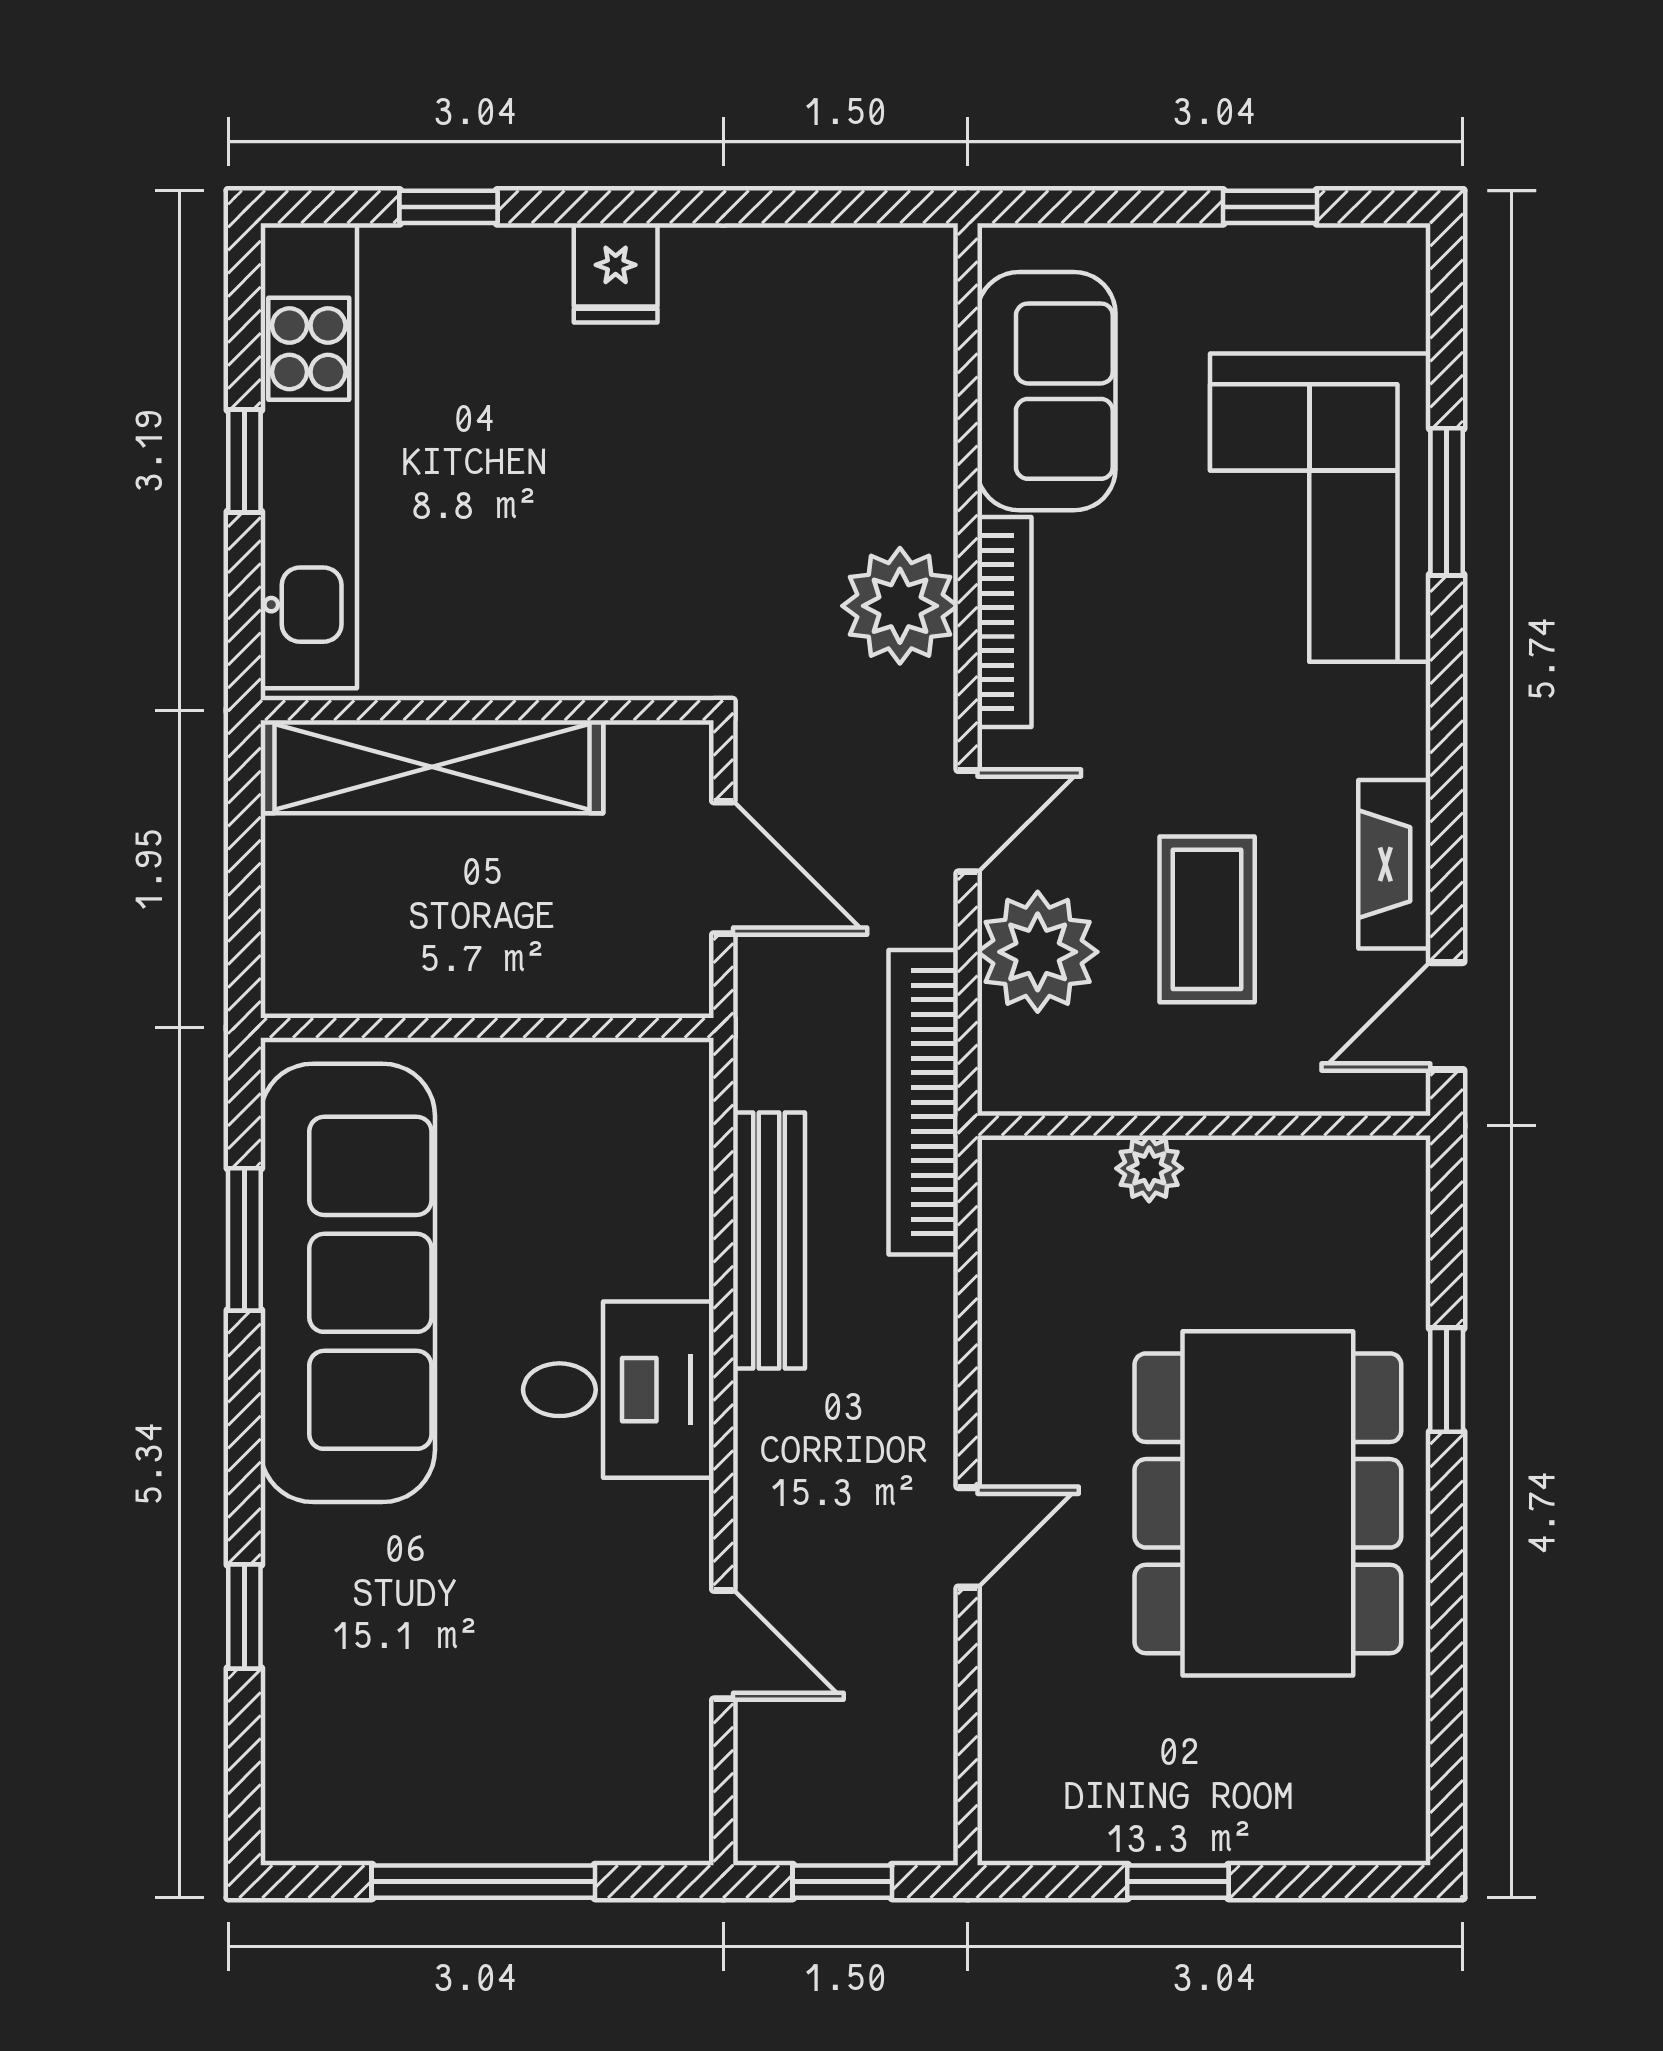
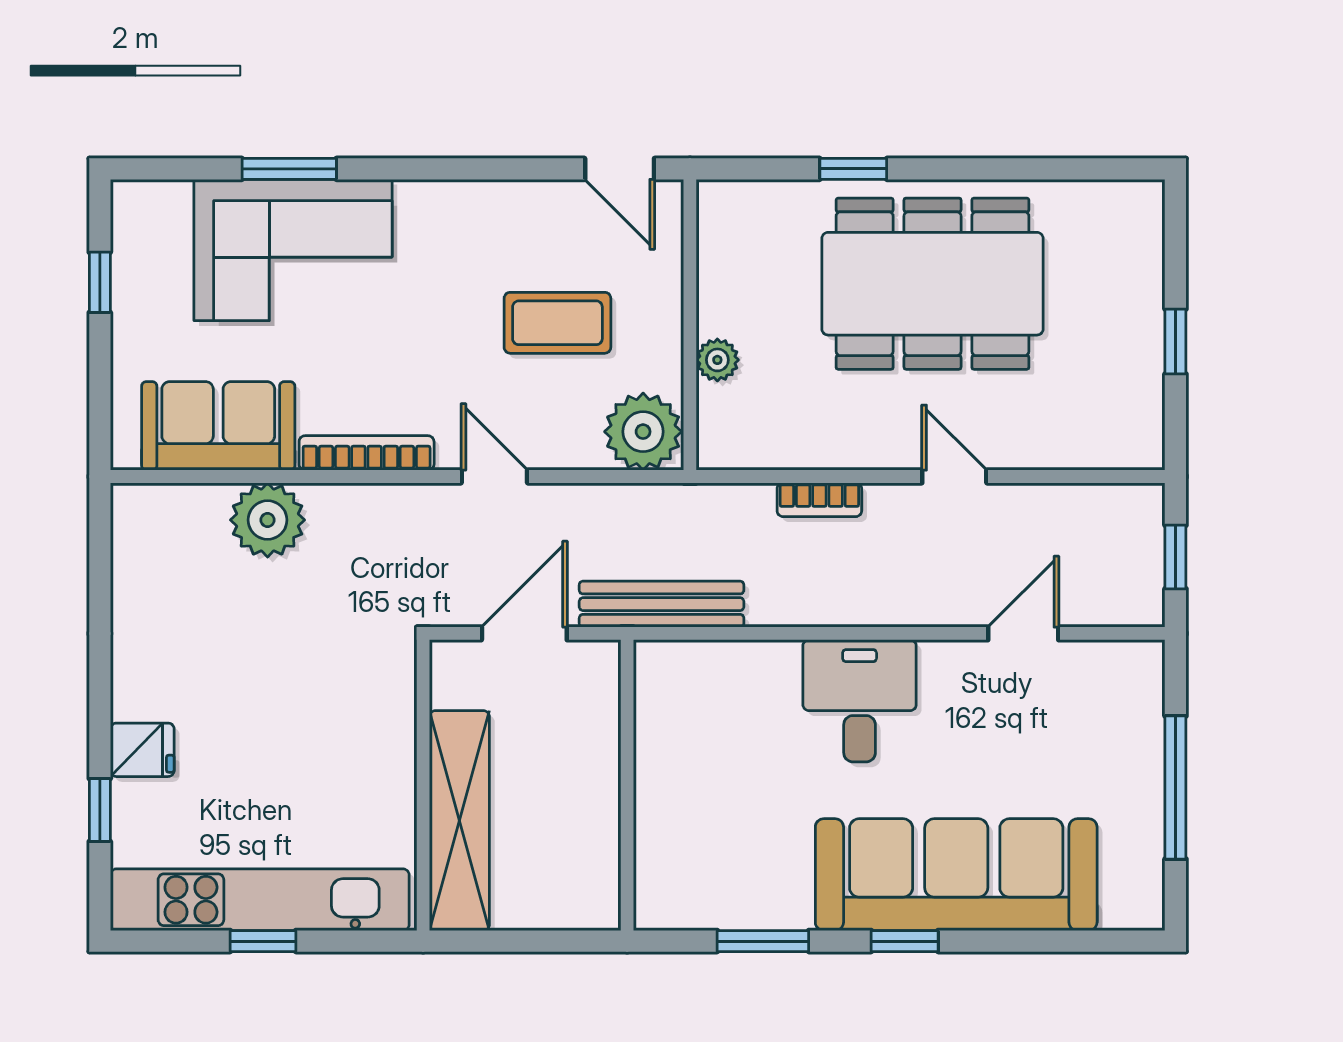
fridge: (616, 273) -> (142, 750), moved
plant: (900, 606) -> (268, 520), moved
fireplace: (1394, 864) -> (522, 203), removed
plant: (1038, 952) -> (643, 432), moved
bookcase: (923, 1102) -> (819, 500), moved, width x0.43, depth x0.76
bench: (769, 1240) -> (662, 604), moved
sofa: (348, 1283) -> (956, 875), moved
window: (244, 1617) -> (905, 941), moved

